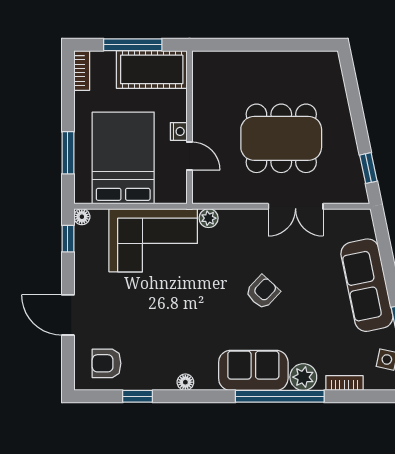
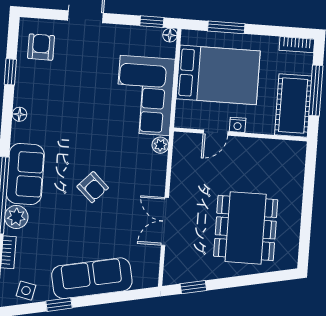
dining table: (281, 138) -> (246, 228), moved

